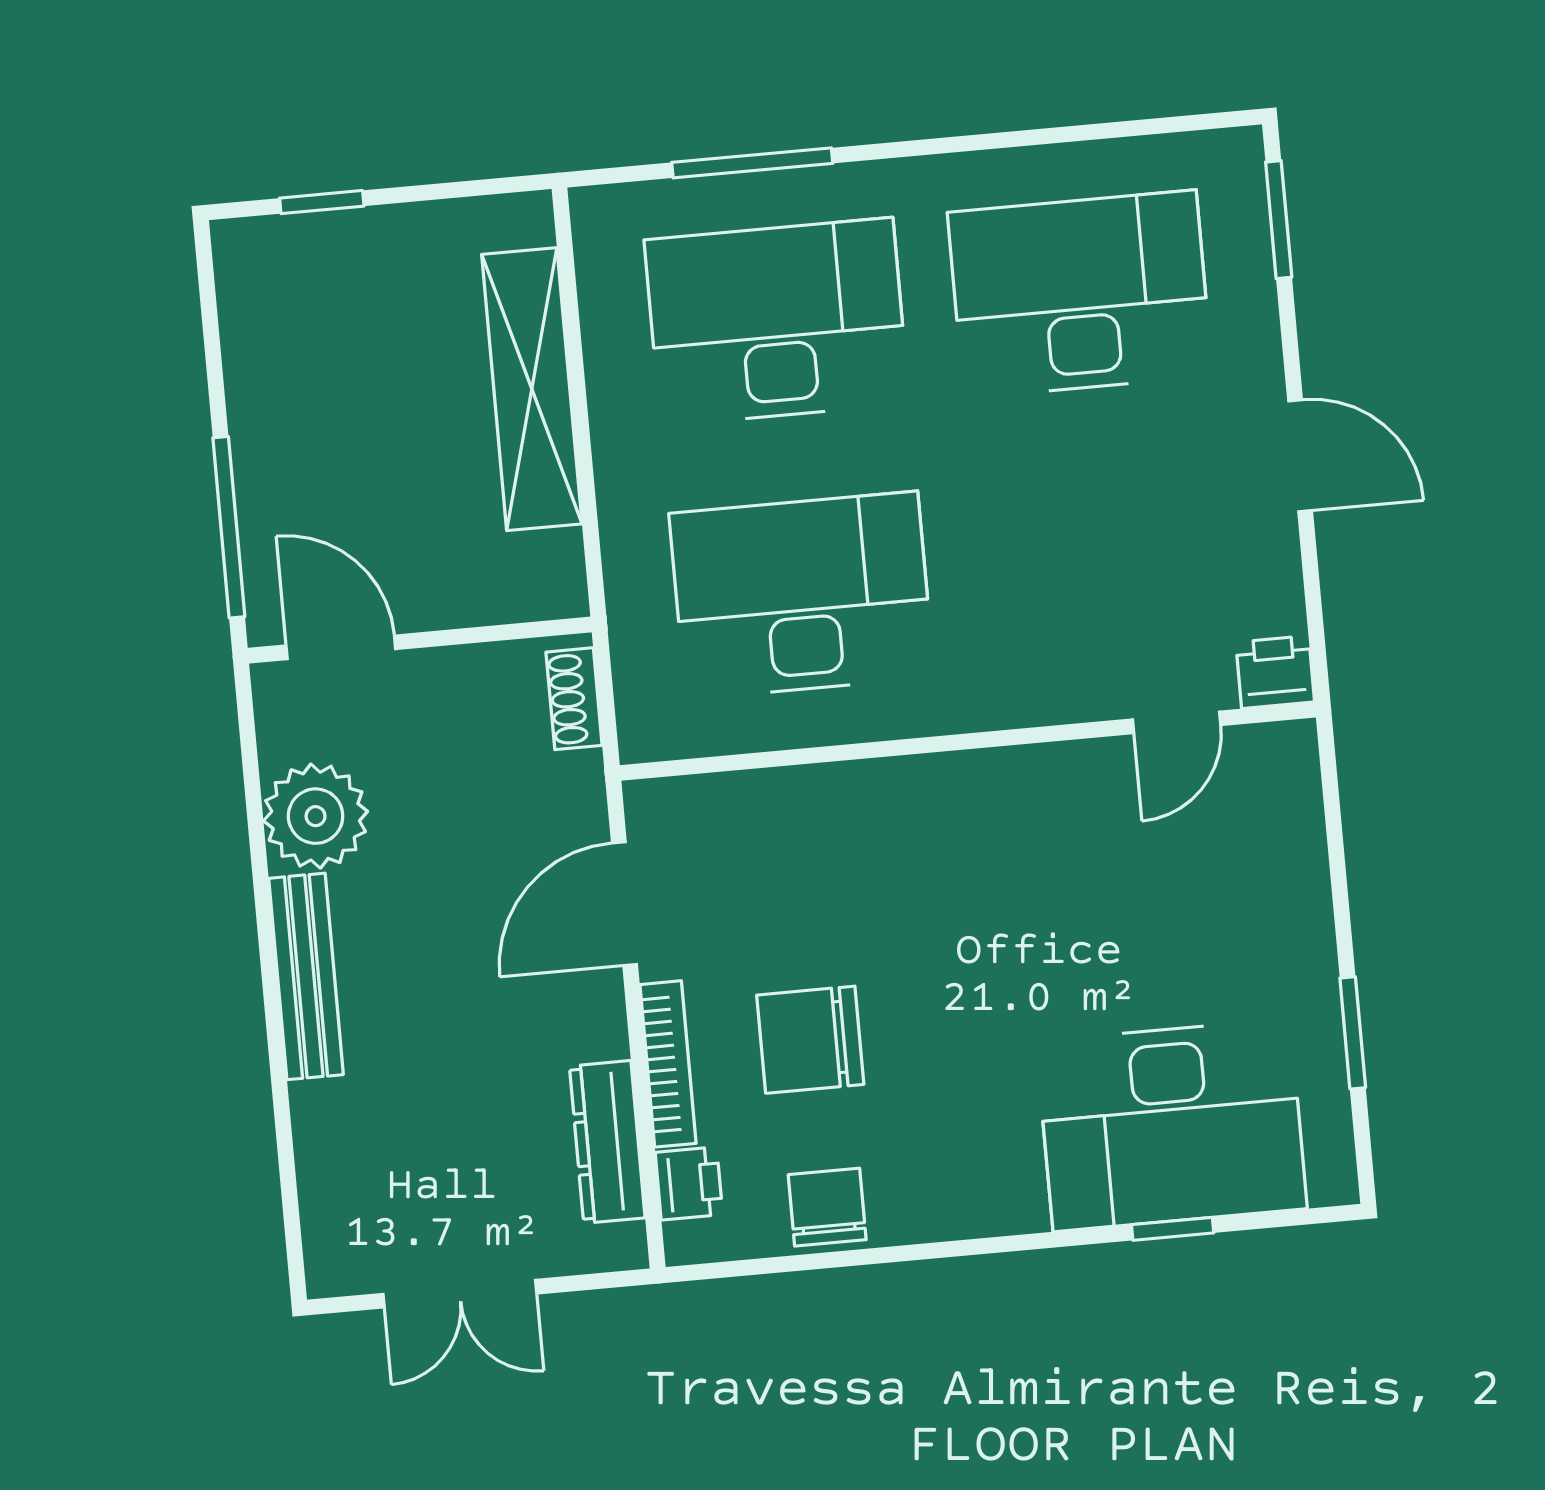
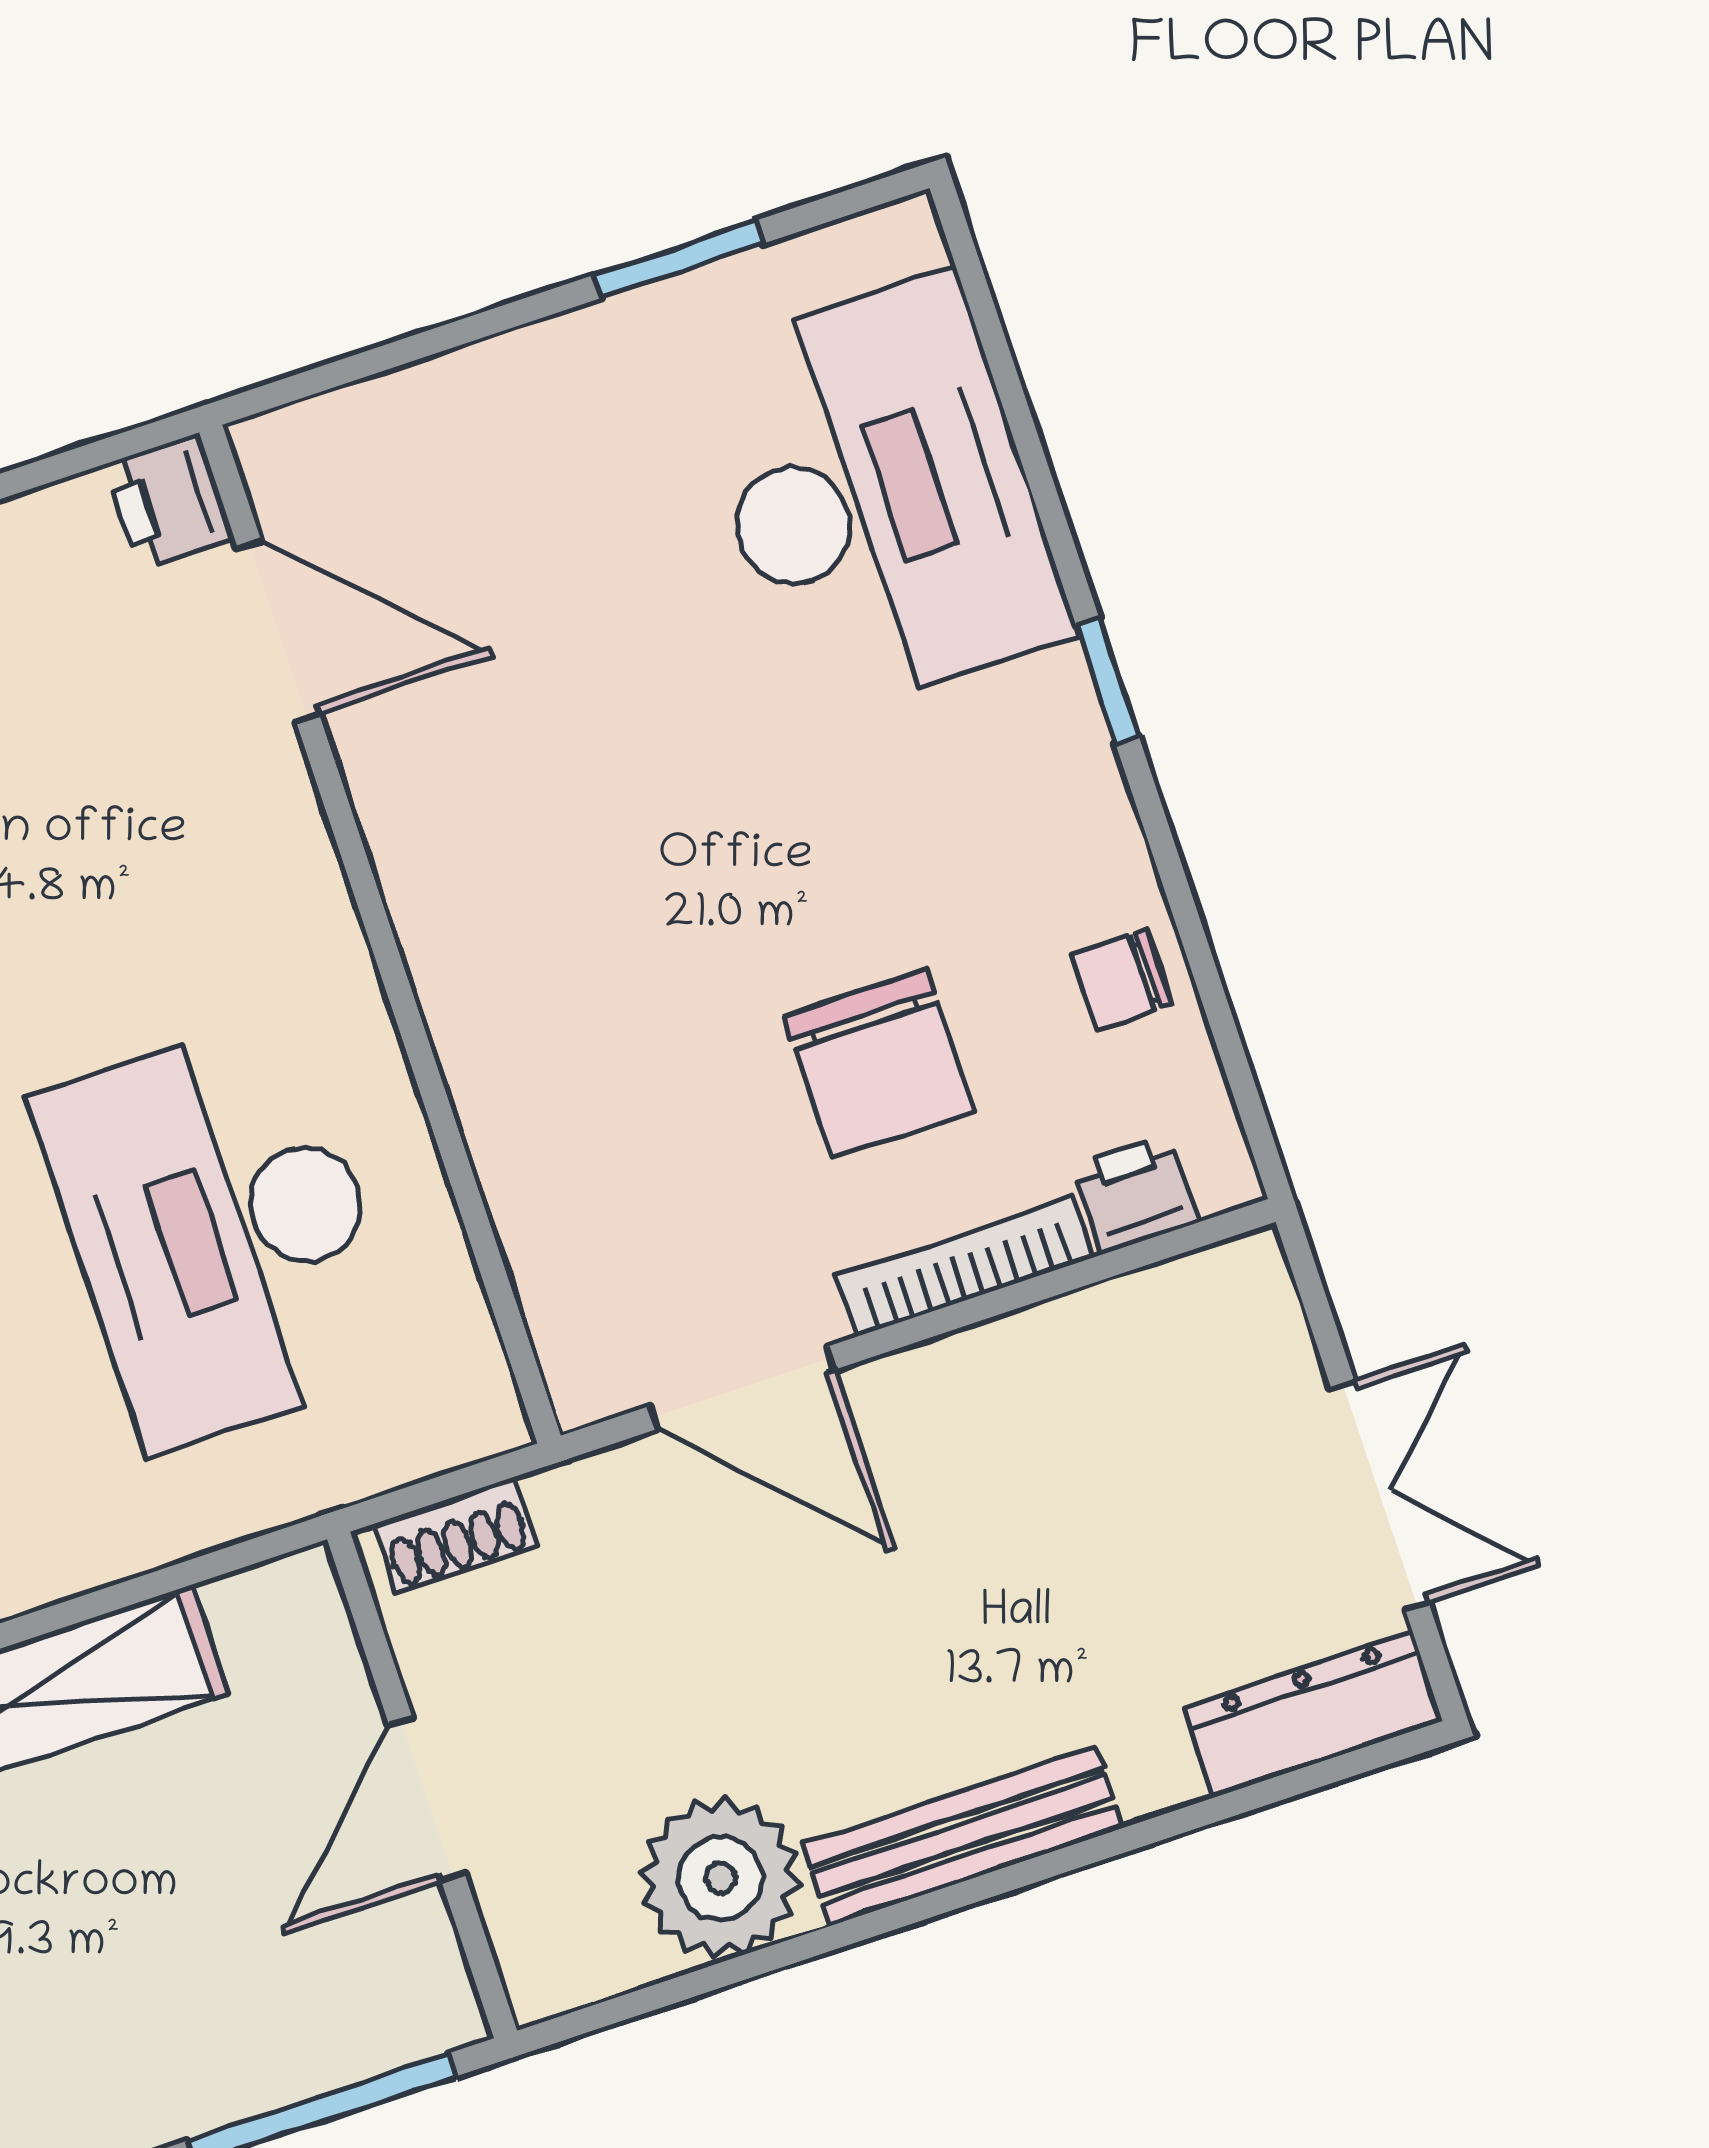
door: (341, 647) -> (427, 1799), moved
door: (1177, 722) -> (278, 630), width x1.38
dresser: (607, 1142) -> (1313, 1714), moved, turned 180
chair: (827, 1207) -> (1122, 980), width x0.73, depth x0.73
window: (1173, 1229) -> (1107, 680), moved

